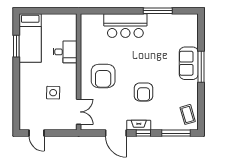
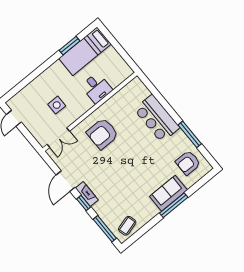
armchair: (144, 92) -> (188, 163), moved

